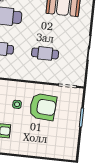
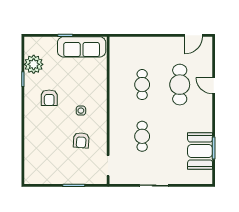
armchair: (43, 107) -> (81, 140), width x0.53, depth x0.53

